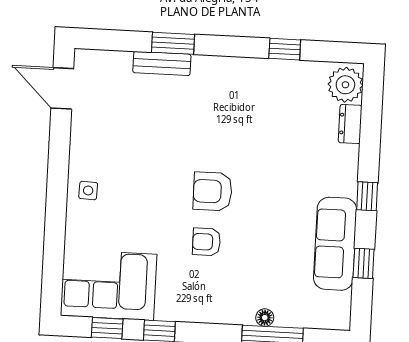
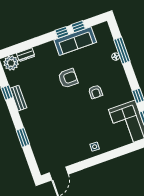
bench: (162, 63) -> (18, 98), moved
armchair: (213, 191) -> (68, 78), moved, turned -90
window: (367, 196) -> (62, 32), moved

